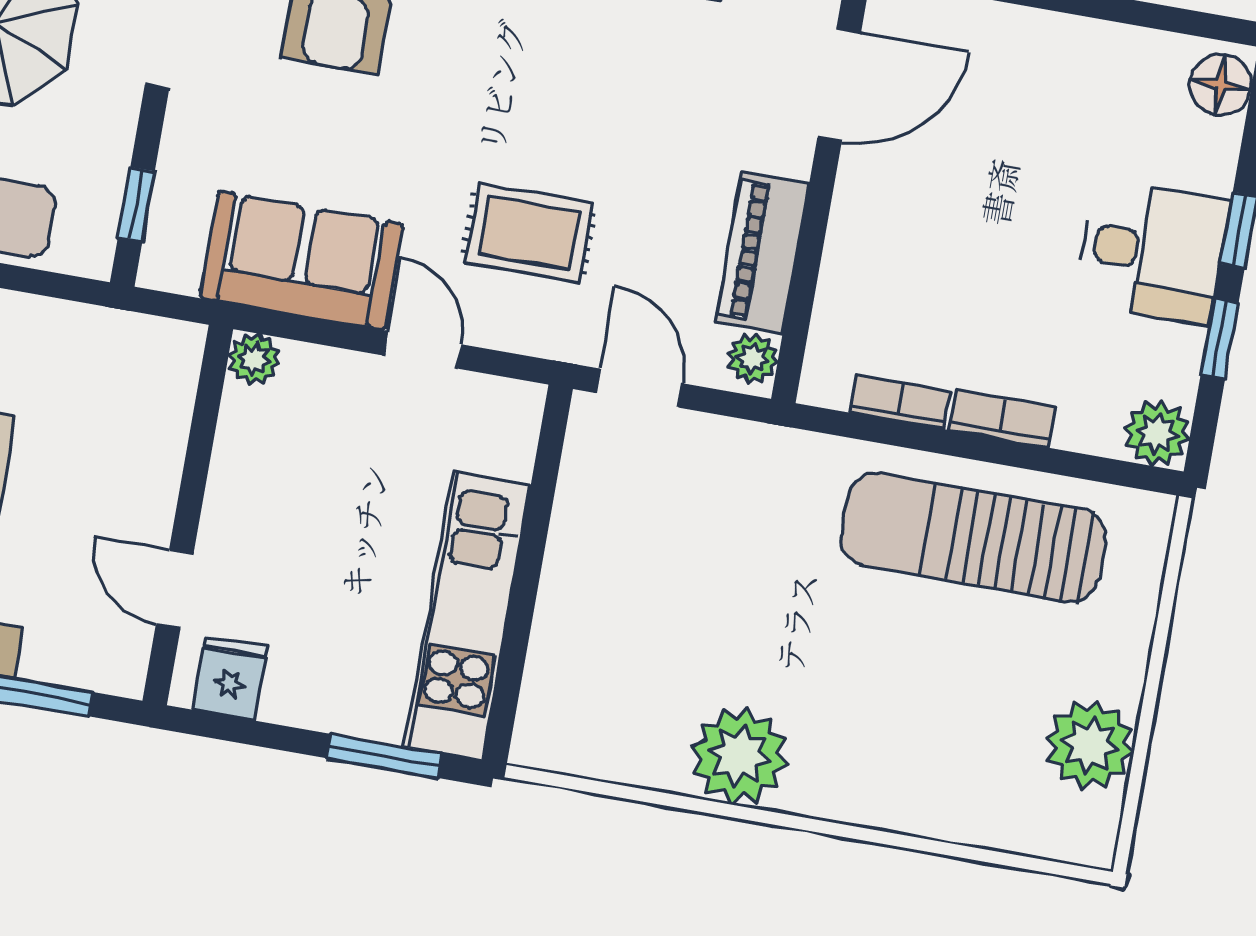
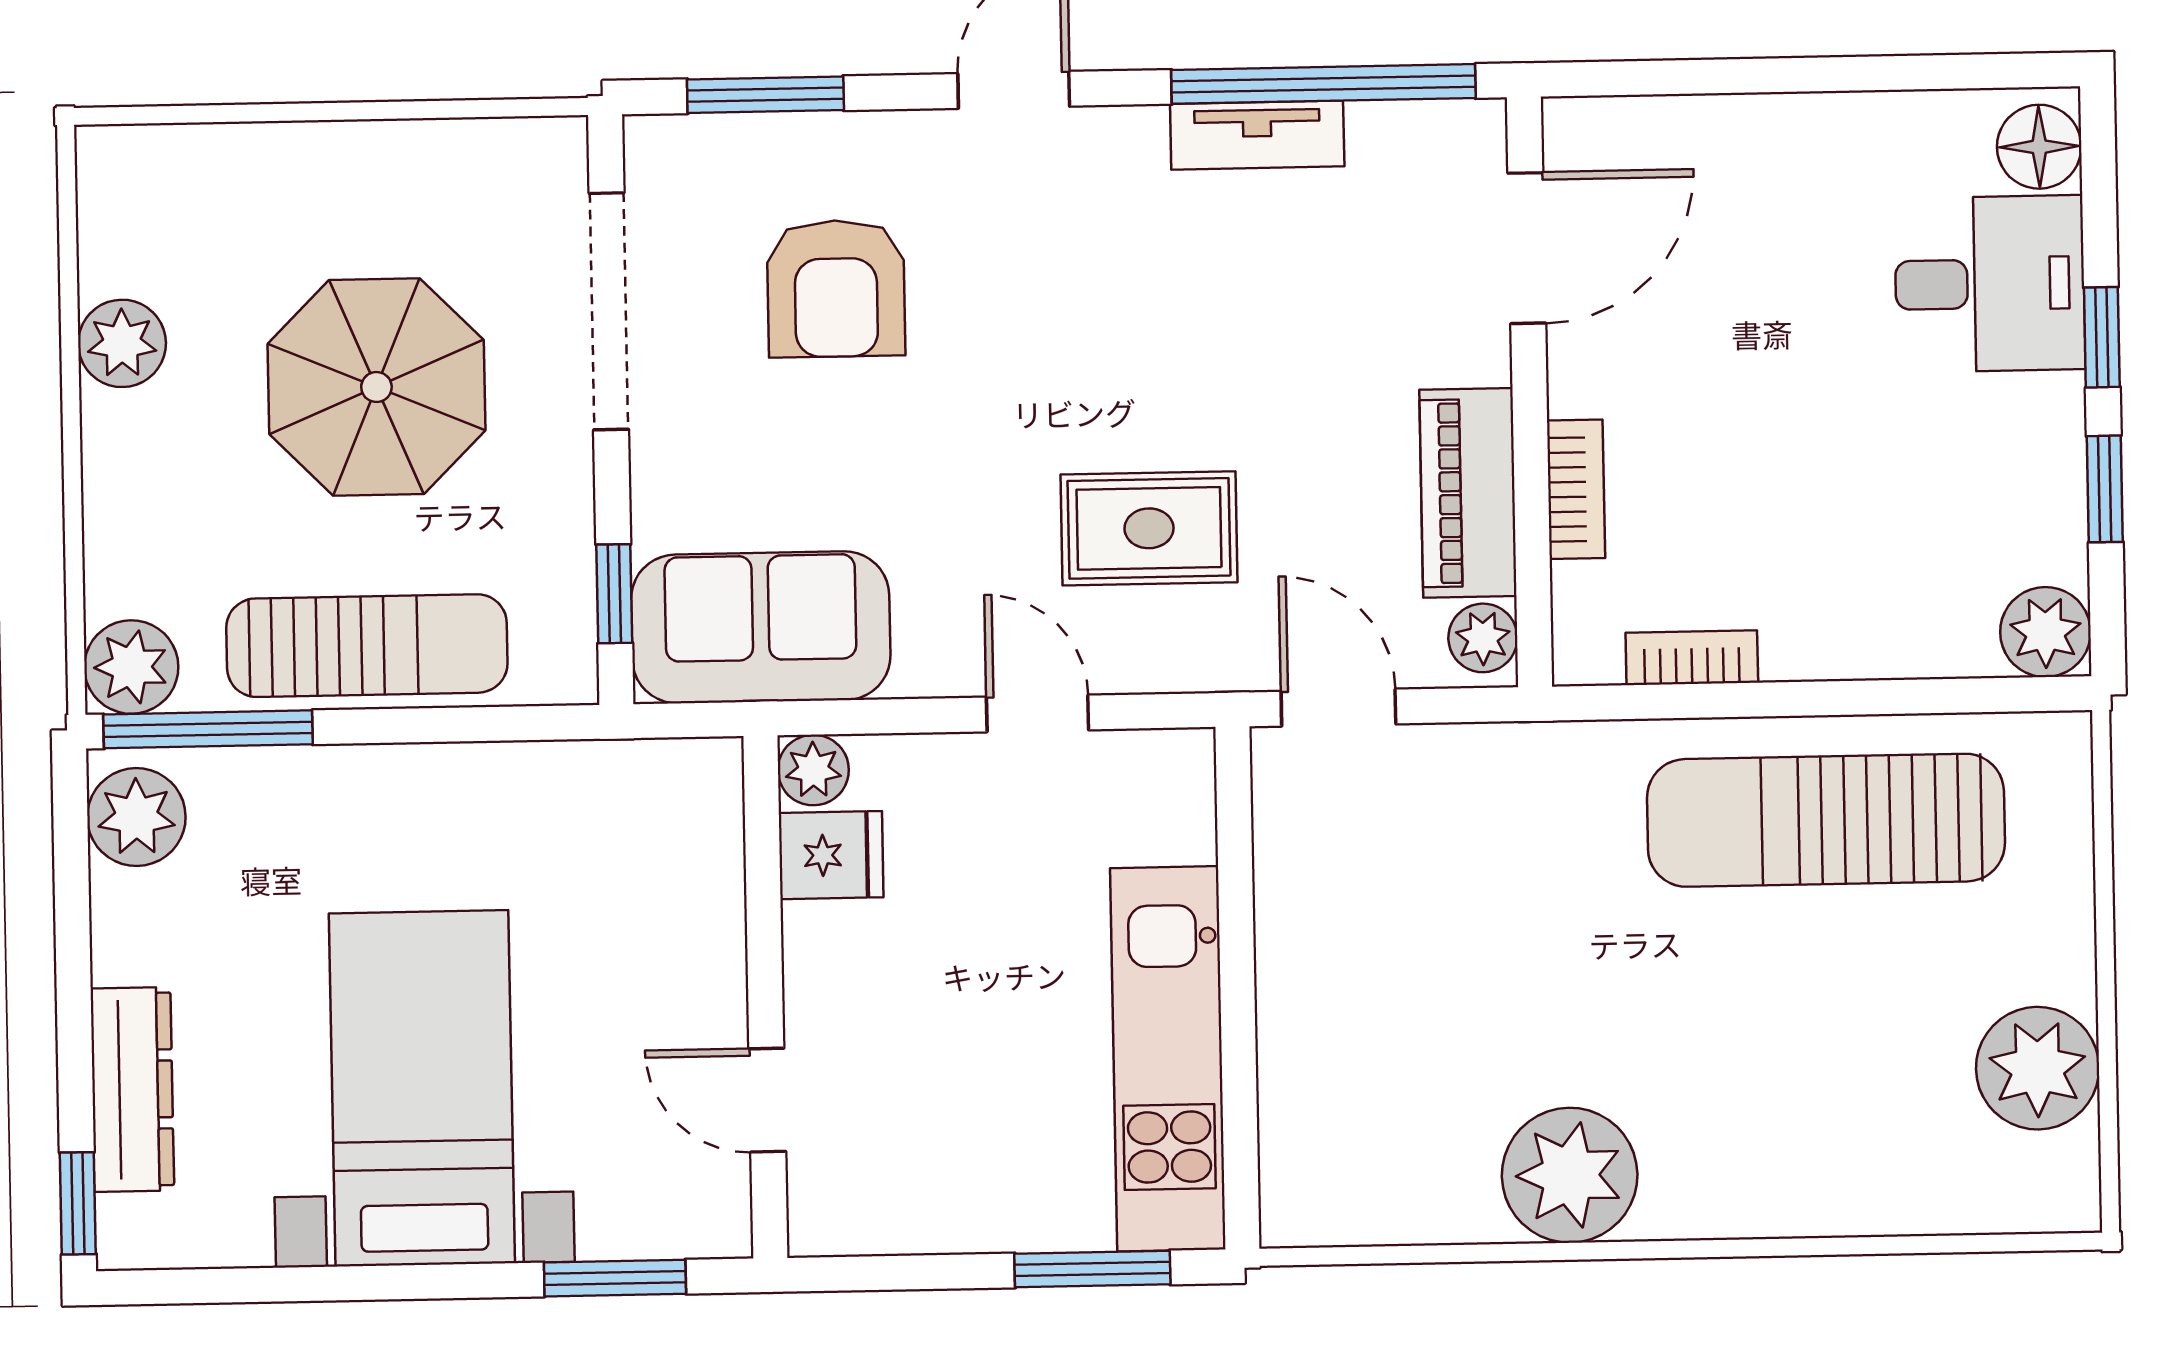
desk: (1153, 252) -> (1990, 284), moved
sofa: (302, 261) -> (761, 627), moved
bookcase: (1002, 419) -> (1576, 489), moved, turned 90
fridge: (230, 678) -> (831, 855), moved, turned 90

